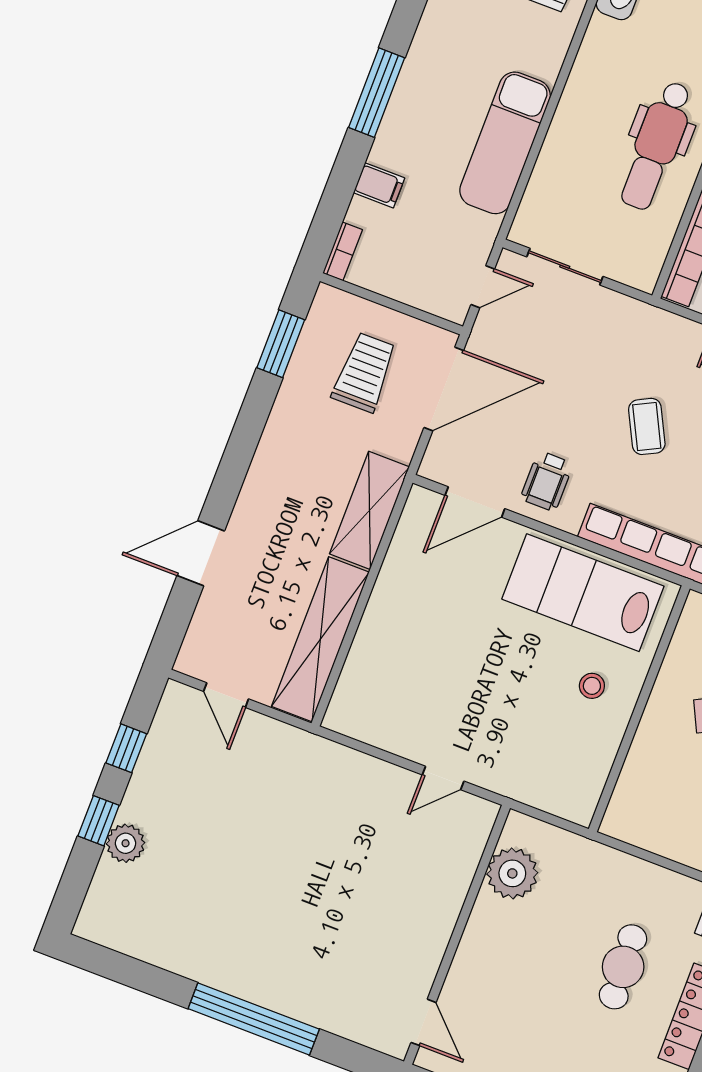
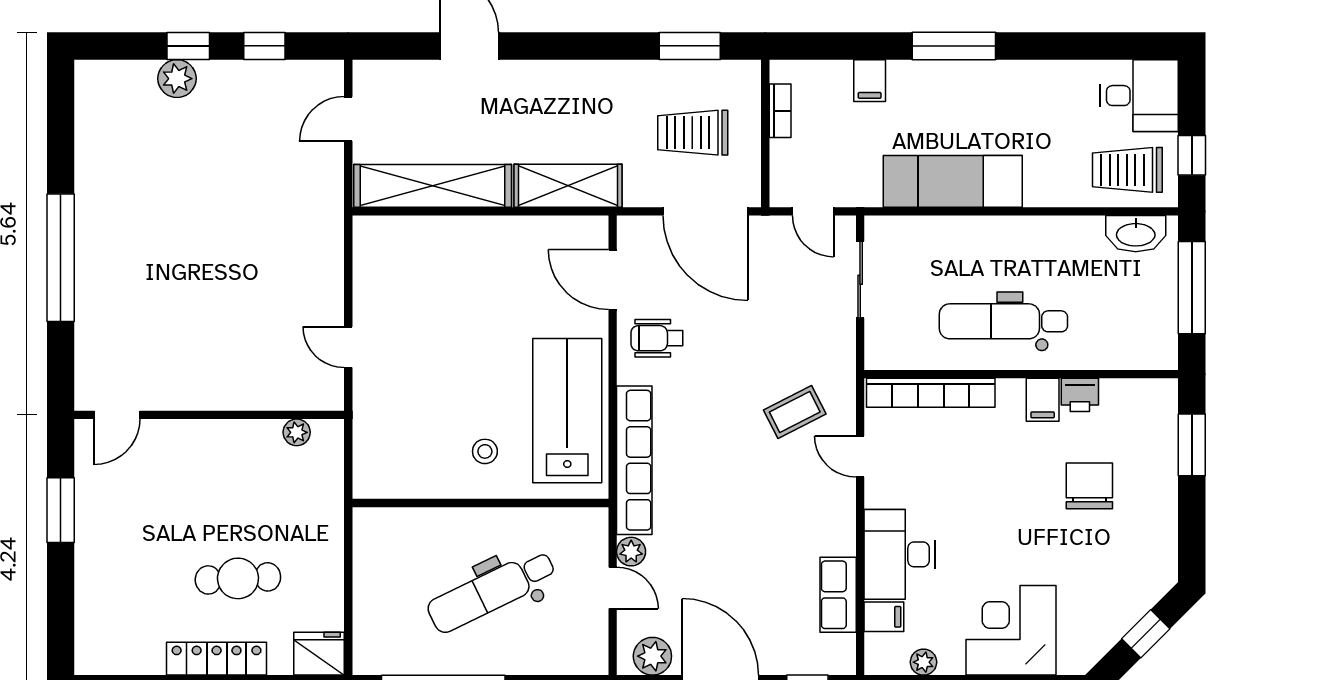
bookcase: (343, 251) -> (780, 111), moved, turned -90
trolley: (364, 372) -> (693, 133), turned 180
coffee table: (647, 426) -> (795, 412), moved
plant: (512, 873) -> (297, 432), width x0.53, depth x0.53

